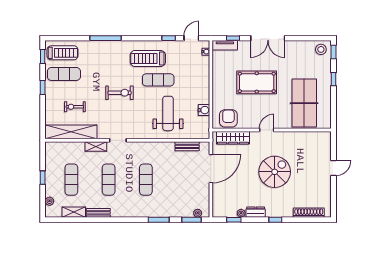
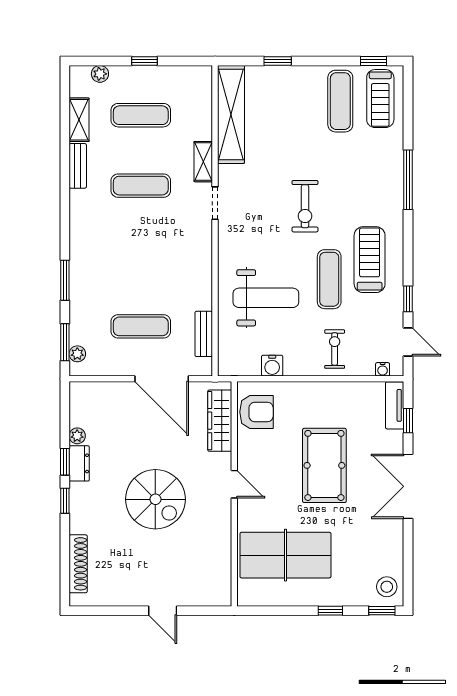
window: (43, 88) -> (278, 61), moved
exercise bike: (75, 107) -> (335, 349), moved
exercise mat: (146, 180) -> (141, 326), moved
window: (234, 220) -> (65, 462), moved

